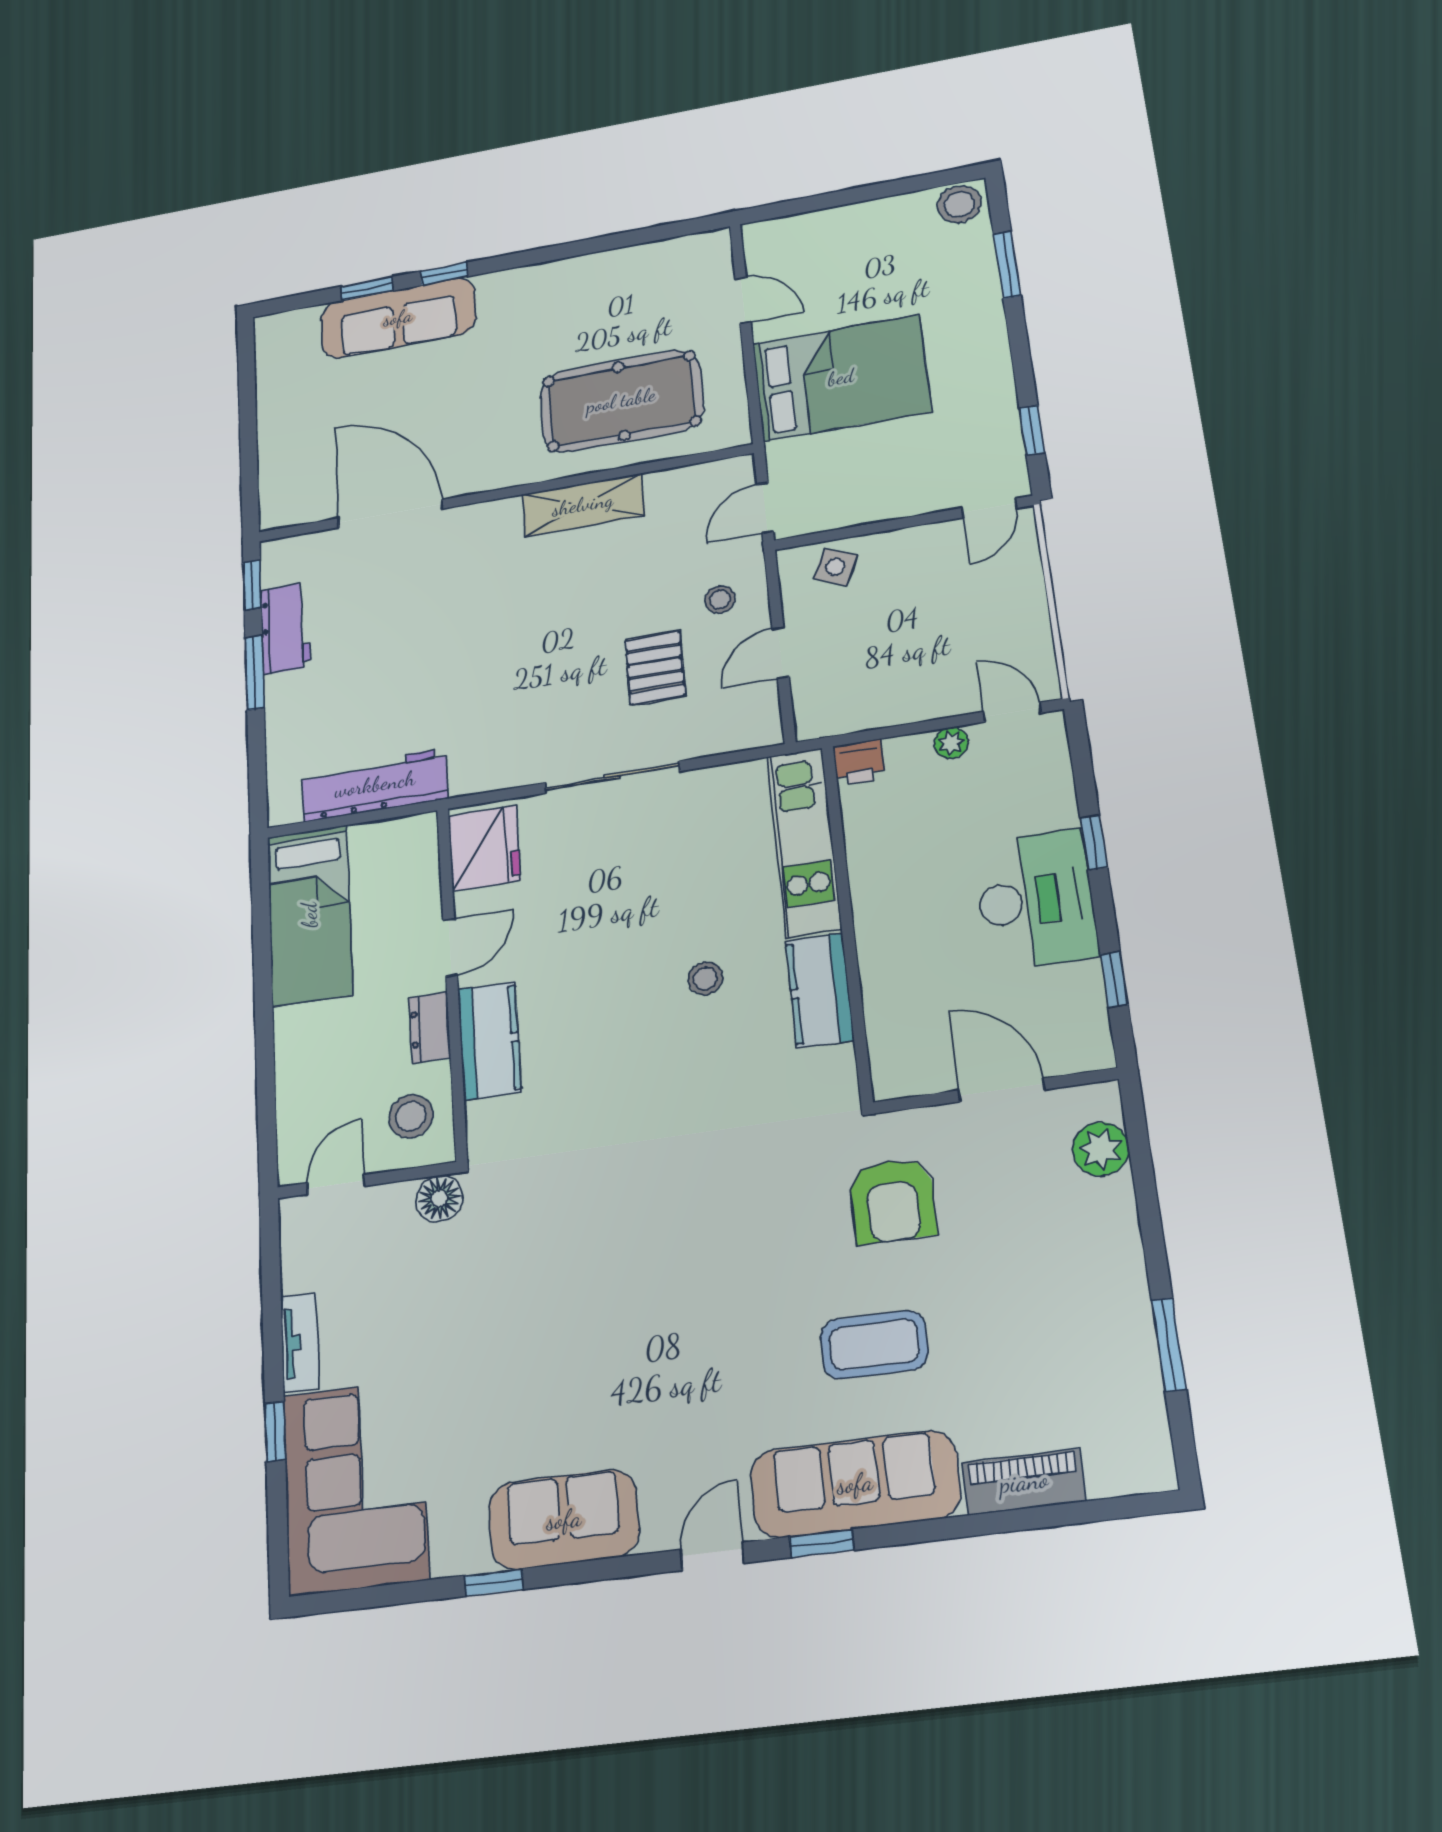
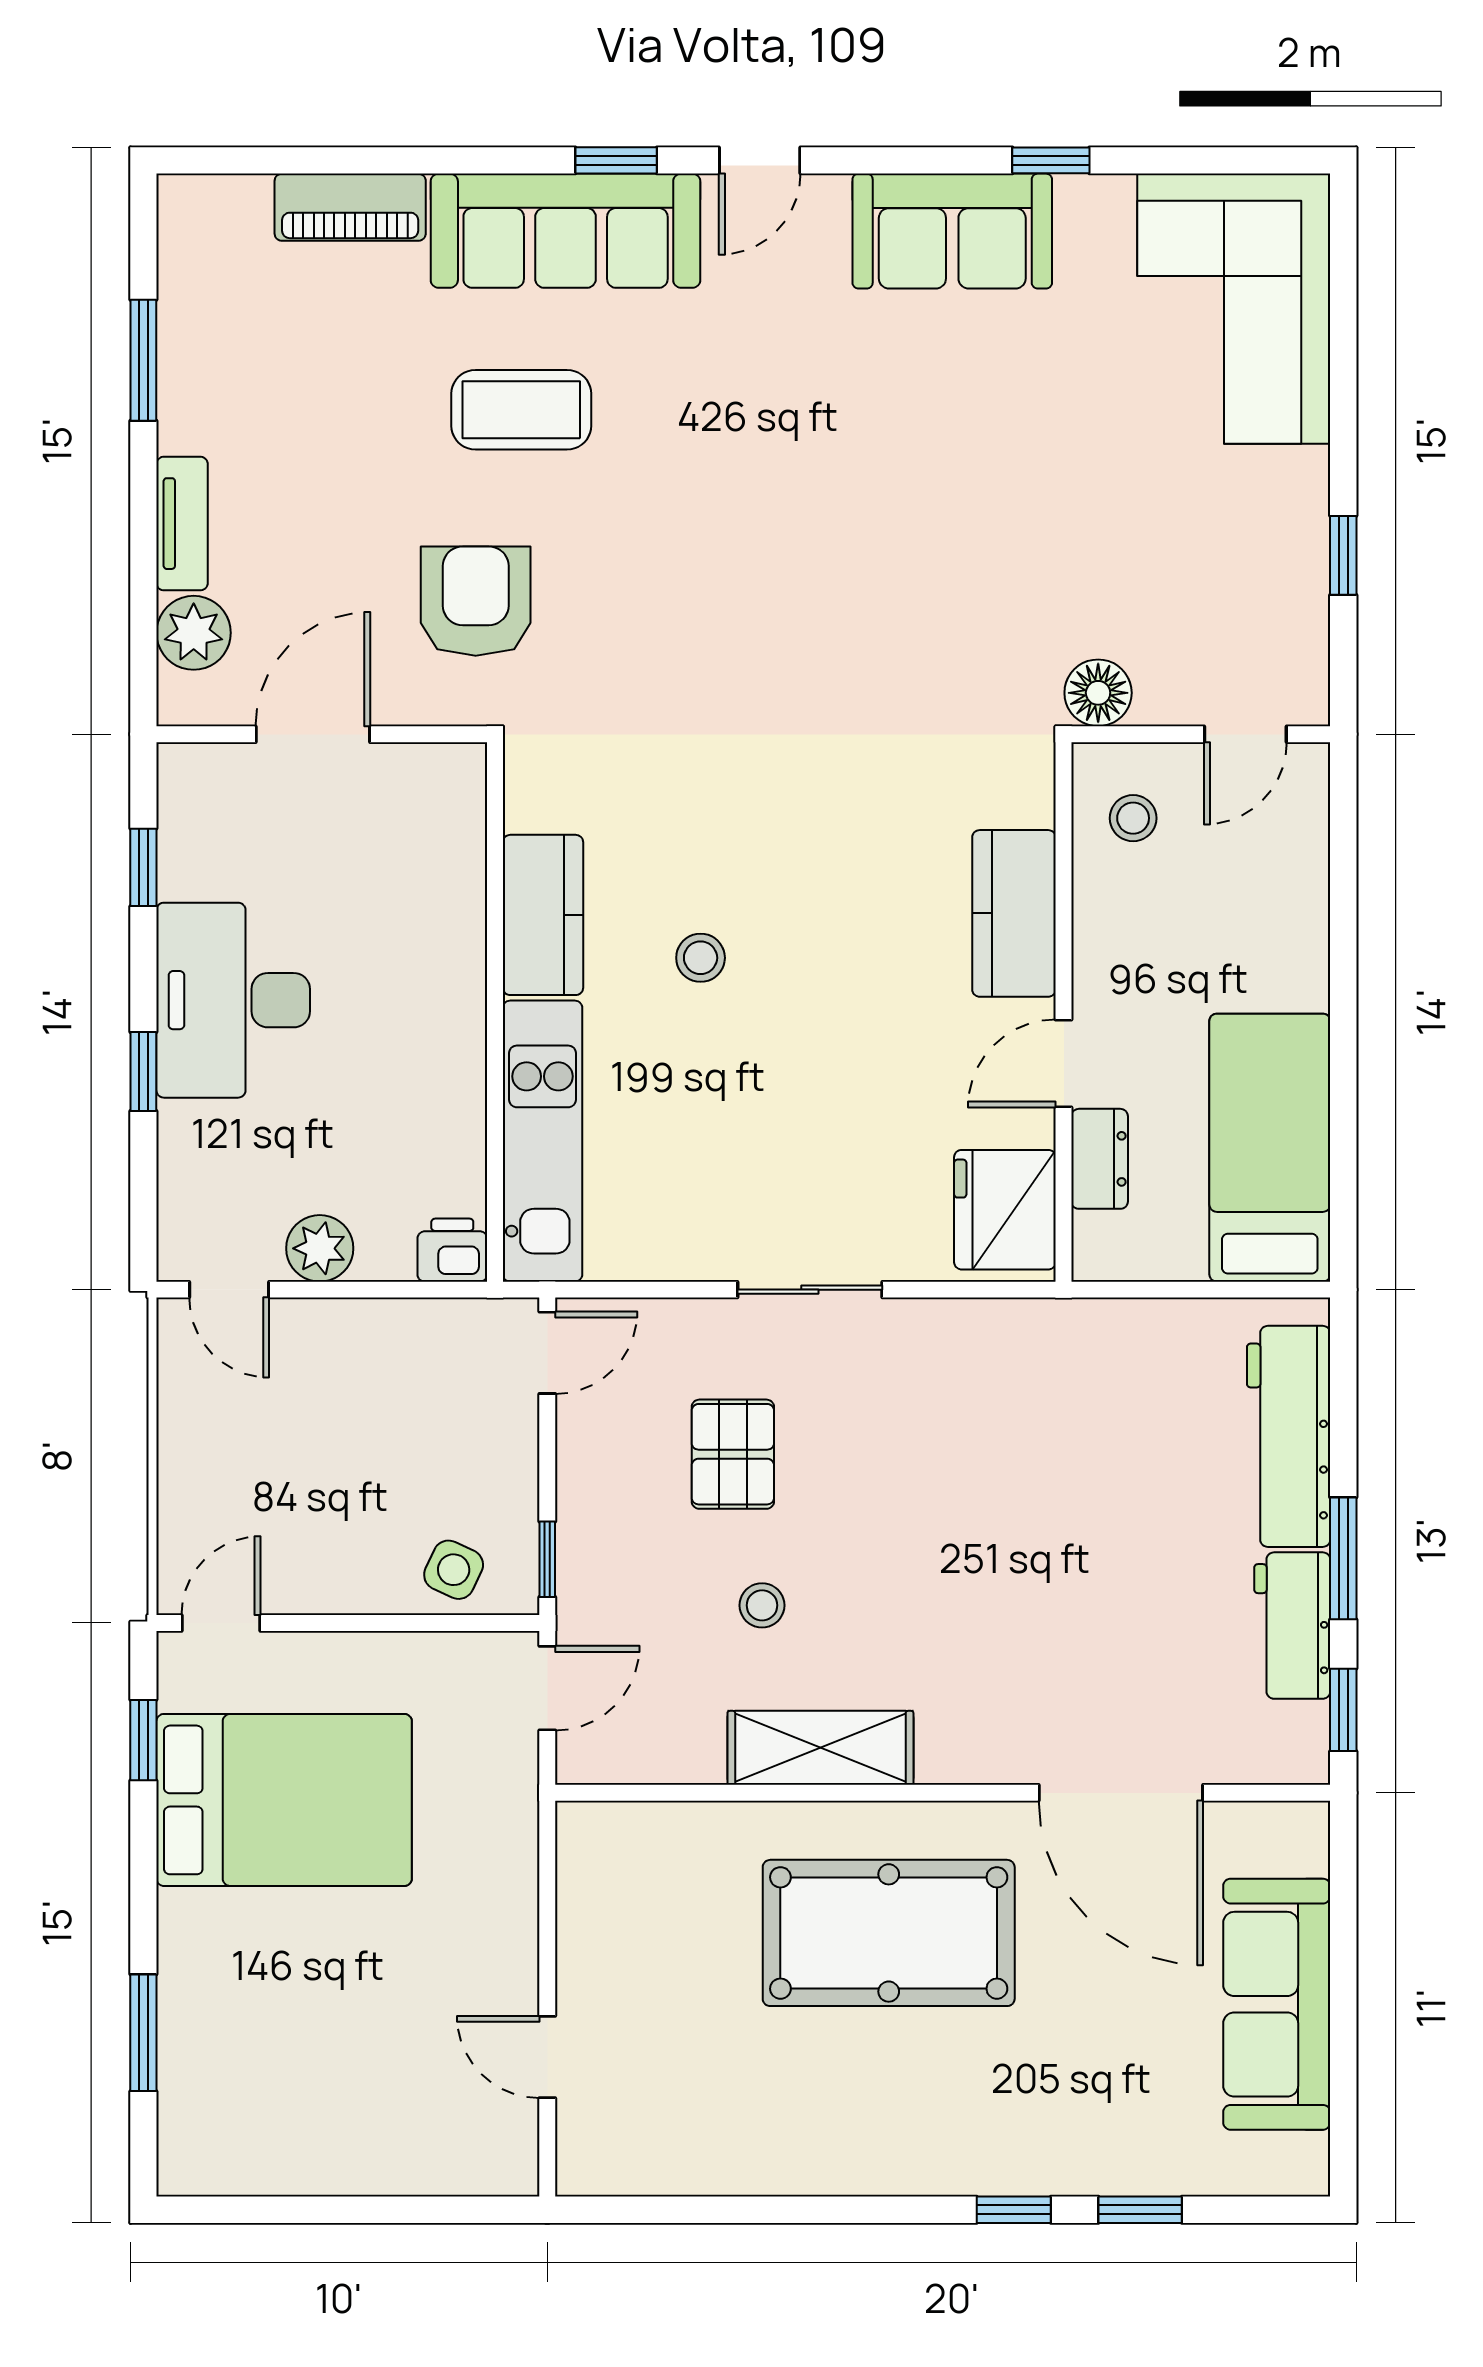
stool: (959, 204) -> (201, 2157), removed
sofa: (398, 318) -> (1277, 2004), moved, turned -90
bed: (841, 378) -> (284, 1800), moved, turned 180
pool table: (621, 401) -> (889, 1933), moved
window: (773, 584) -> (547, 1559), added
stool: (720, 599) -> (762, 1605), moved
door: (781, 652) -> (547, 1353), moved
plant: (951, 743) -> (320, 1248), width x1.38, depth x1.38
sliding door: (612, 777) -> (810, 1290), width x0.73
workbench: (375, 785) -> (1289, 1436), moved, turned 90
dresser: (430, 1028) -> (1100, 1159), moved
door: (1002, 1090) -> (313, 734), swing flipped
stool: (411, 1116) -> (1133, 818), width x0.73, depth x0.73
tv unit: (300, 1342) -> (182, 524), moved, turned 180
window: (275, 1431) -> (1343, 555), moved

